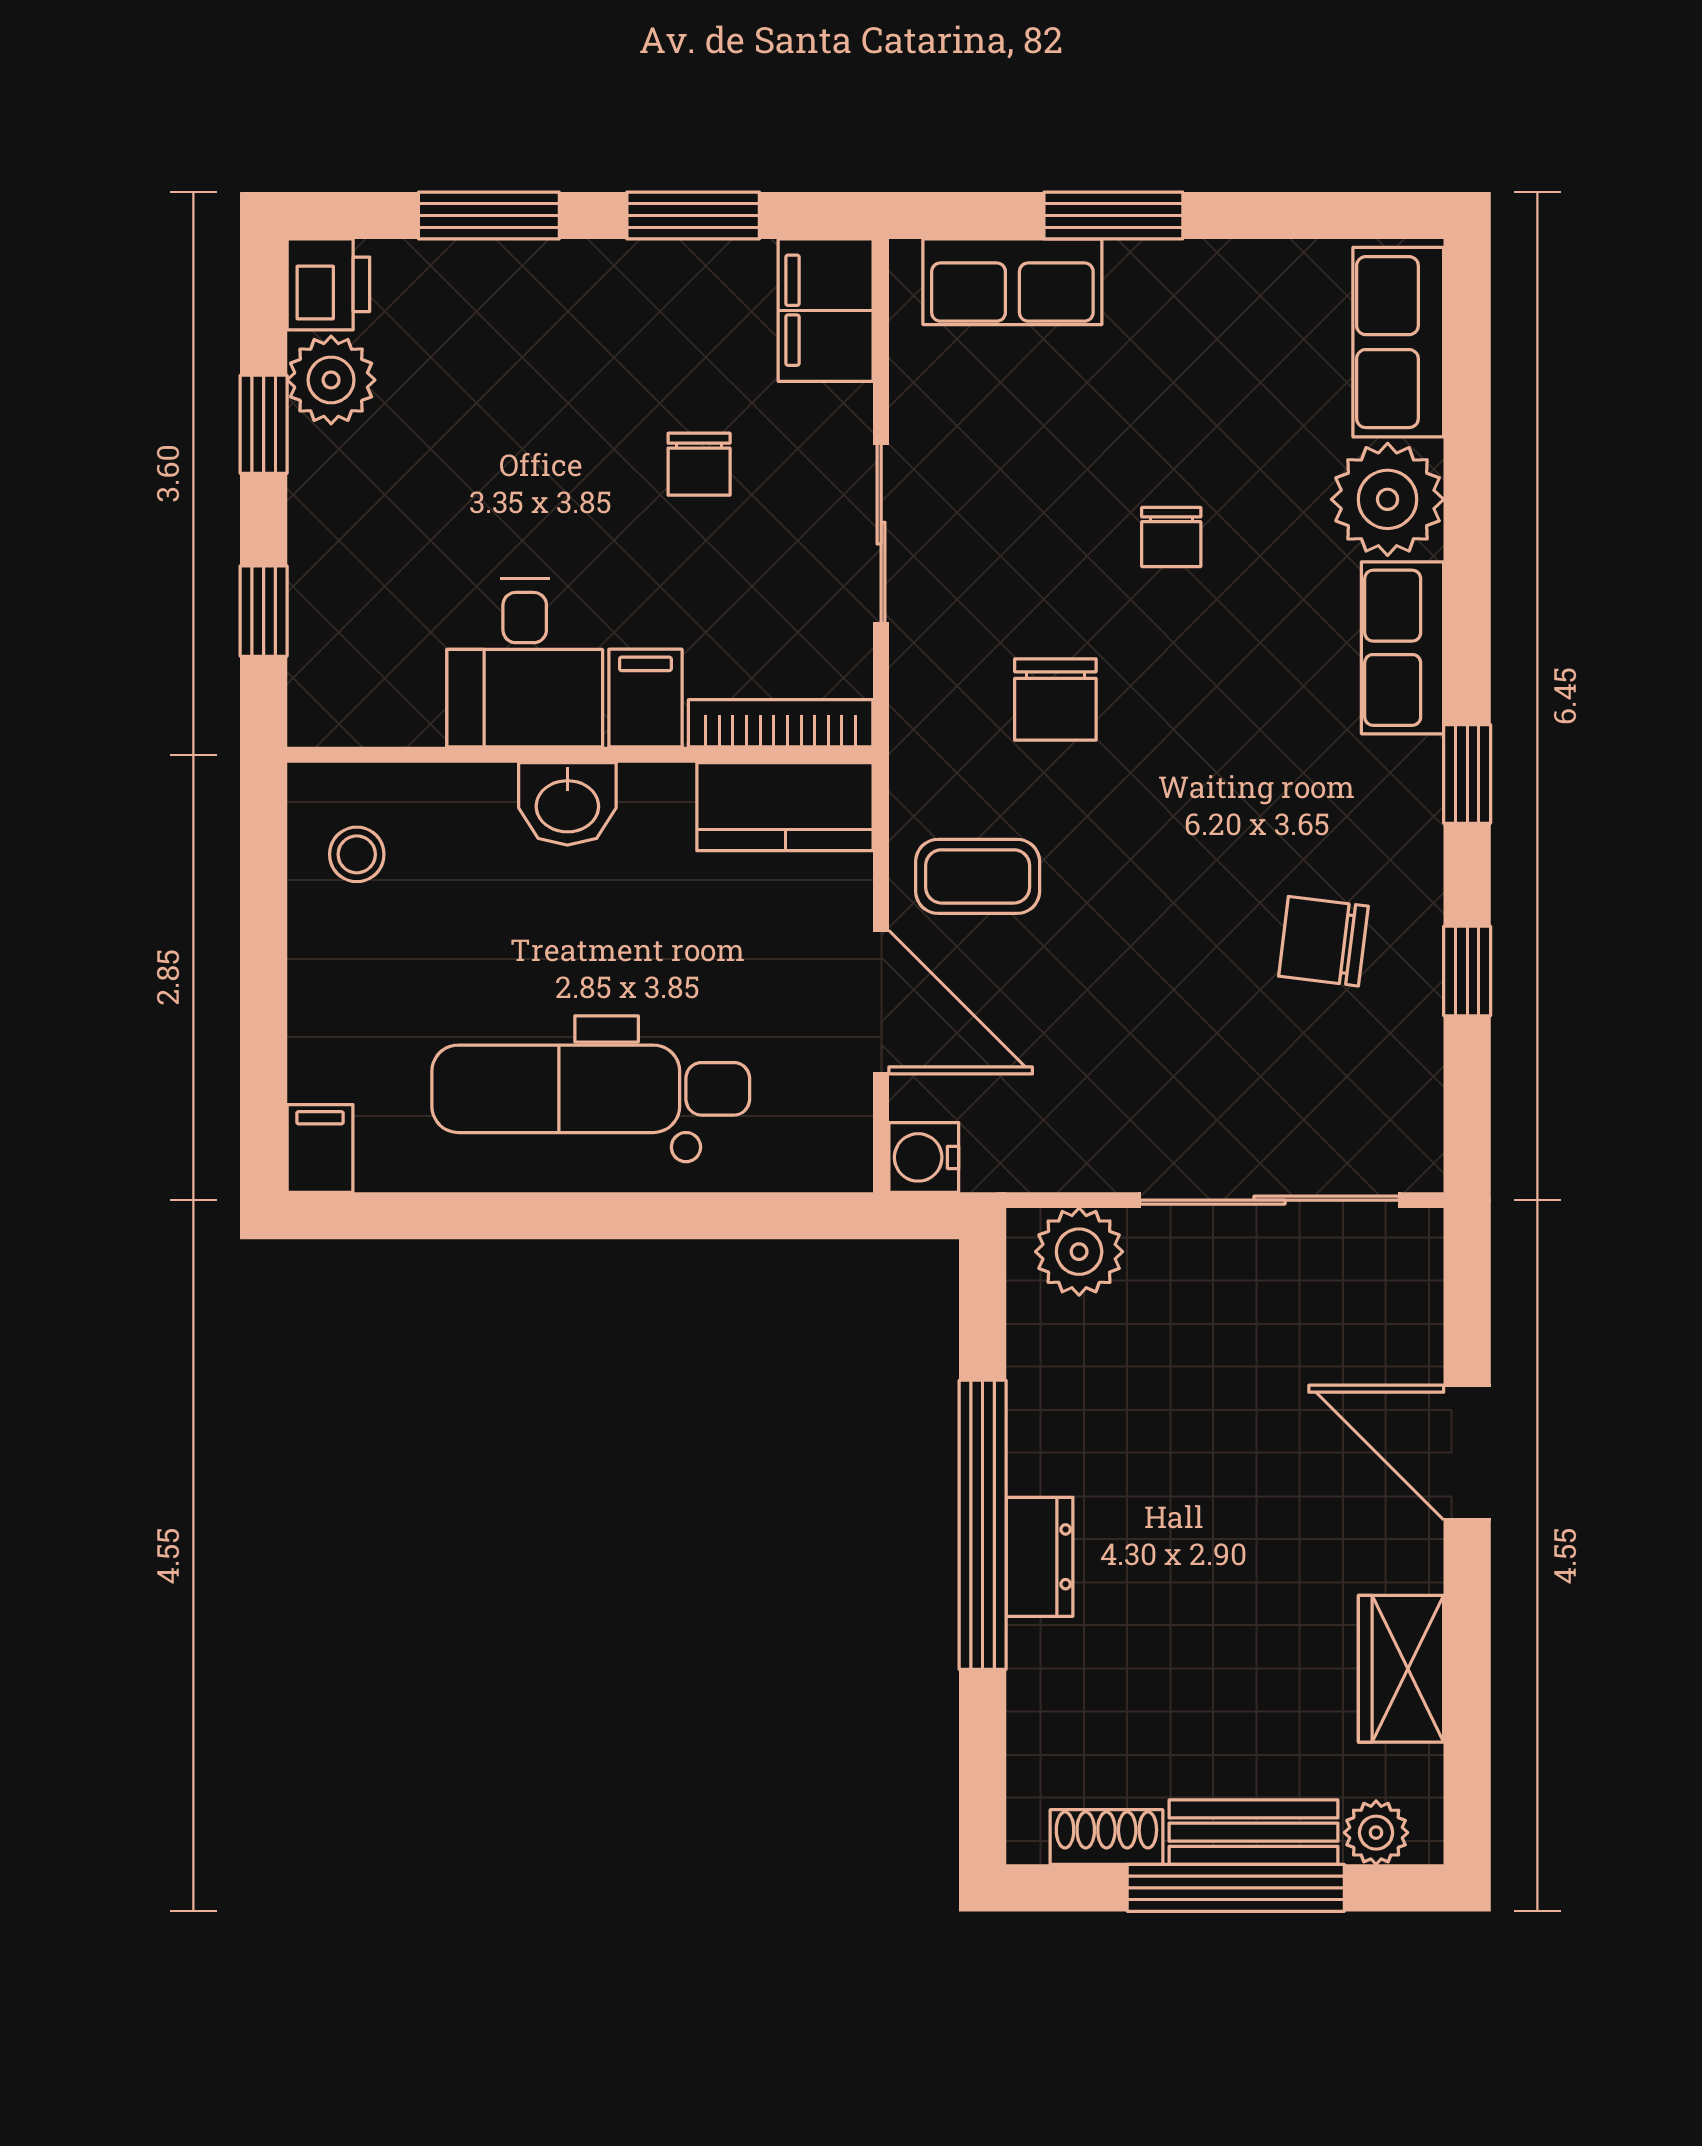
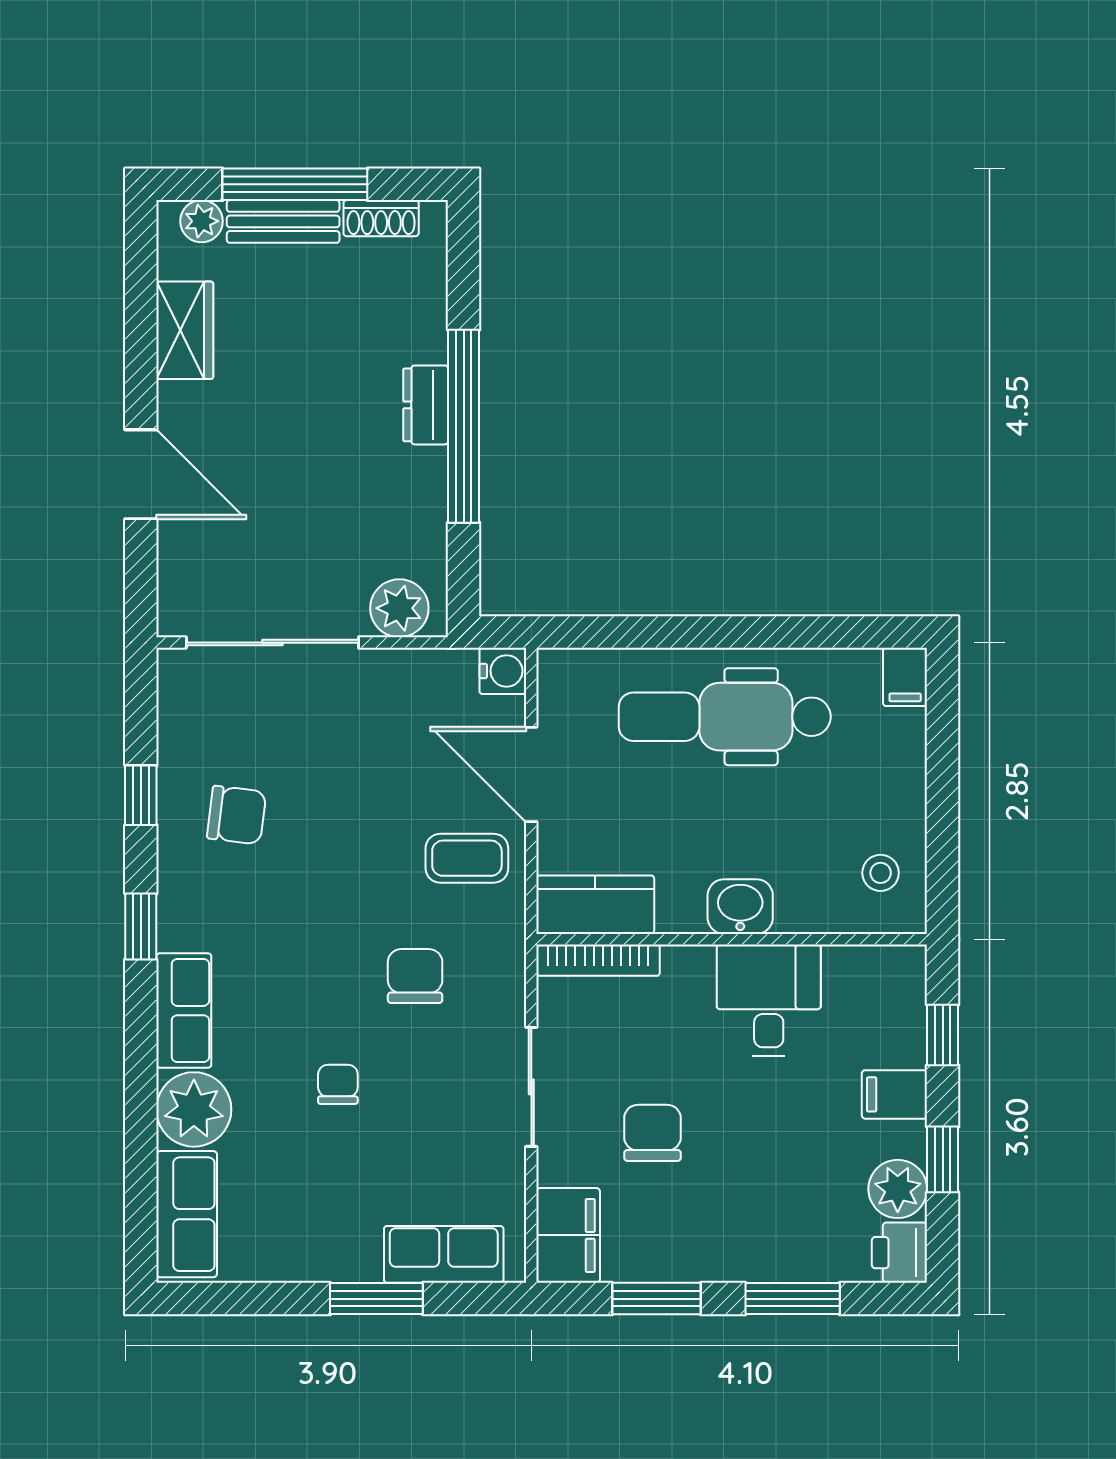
chair: (699, 464) -> (653, 1133), width x1.37, depth x1.37
filing cabinet: (645, 698) -> (894, 1094), moved, turned 90
dental chair: (591, 1089) -> (725, 717), turned 180

